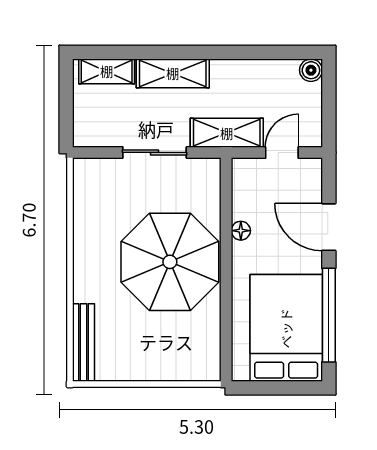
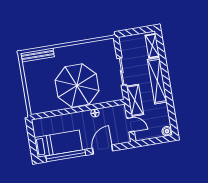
shelving: (173, 73) -> (157, 81), width x1.47
bed: (286, 328) -> (58, 144), width x0.67

